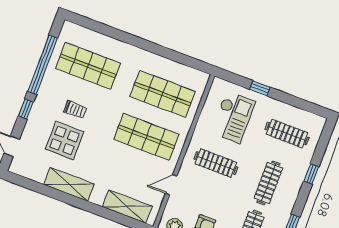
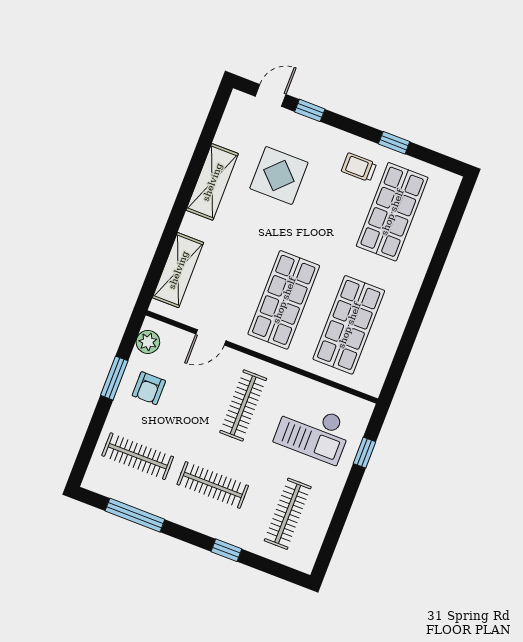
window: (43, 65) -> (394, 143), width x0.32
window: (260, 88) -> (365, 453), moved
window: (26, 109) -> (310, 110), moved
trolley: (75, 110) -> (359, 167), moved, turned 90
door: (171, 185) -> (211, 337), swing flipped

